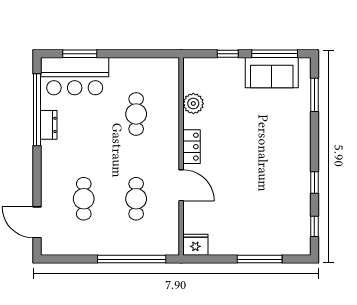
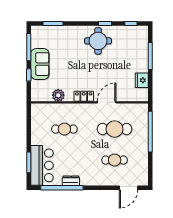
sofa: (272, 73) -> (40, 64), moved
round table: (285, 171) -> (98, 41), added
cafe table: (136, 199) -> (115, 129), width x1.37, depth x1.35
fridge: (195, 245) -> (142, 80), moved

